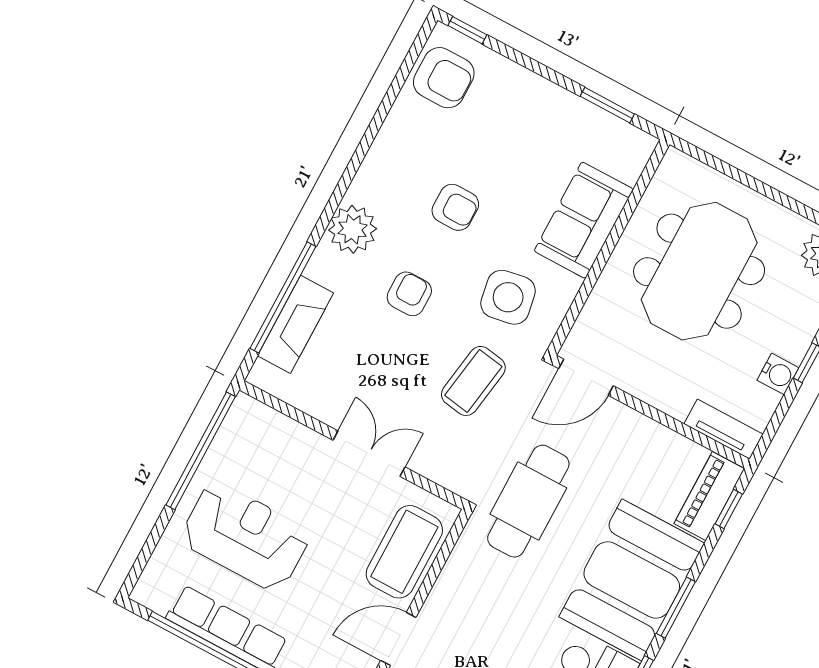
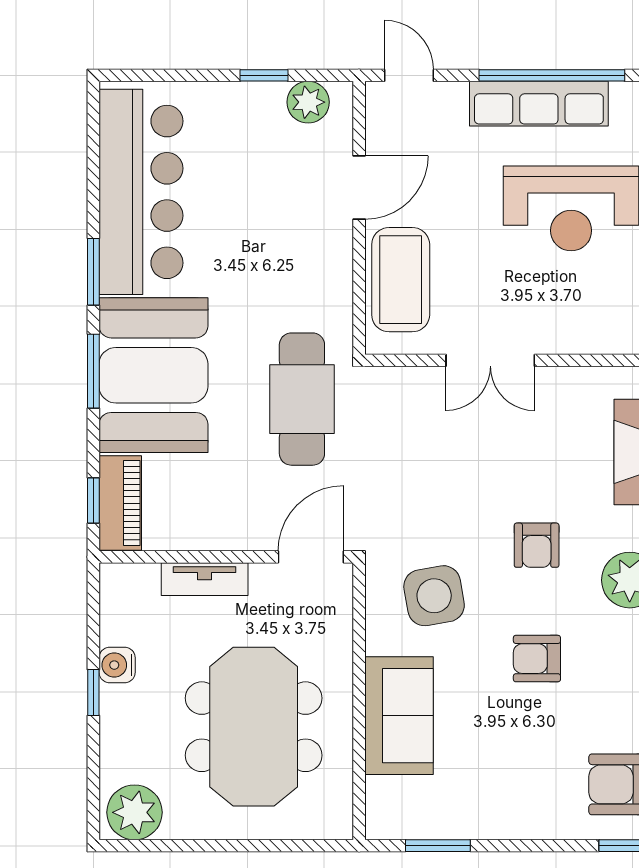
coffee table: (473, 381) -> (424, 491), removed
tv unit: (724, 429) -> (205, 579), moved

